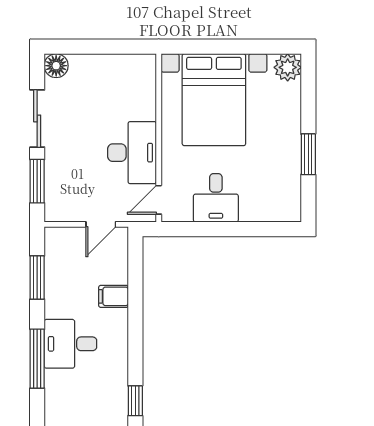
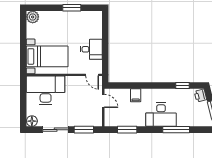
bed with nightstands: (214, 100) -> (47, 56), width x0.73
desk: (132, 153) -> (46, 90), moved, width x1.36, depth x1.30
desk: (70, 344) -> (161, 115), width x1.37
window: (37, 359) -> (176, 130), moved

